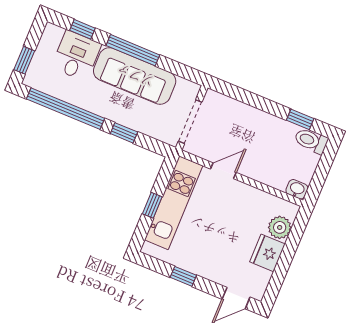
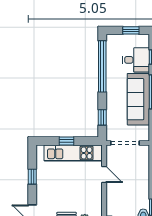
window: (24, 60) -> (131, 30), moved
window: (124, 133) -> (102, 117), moved

